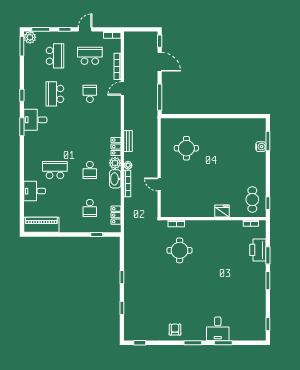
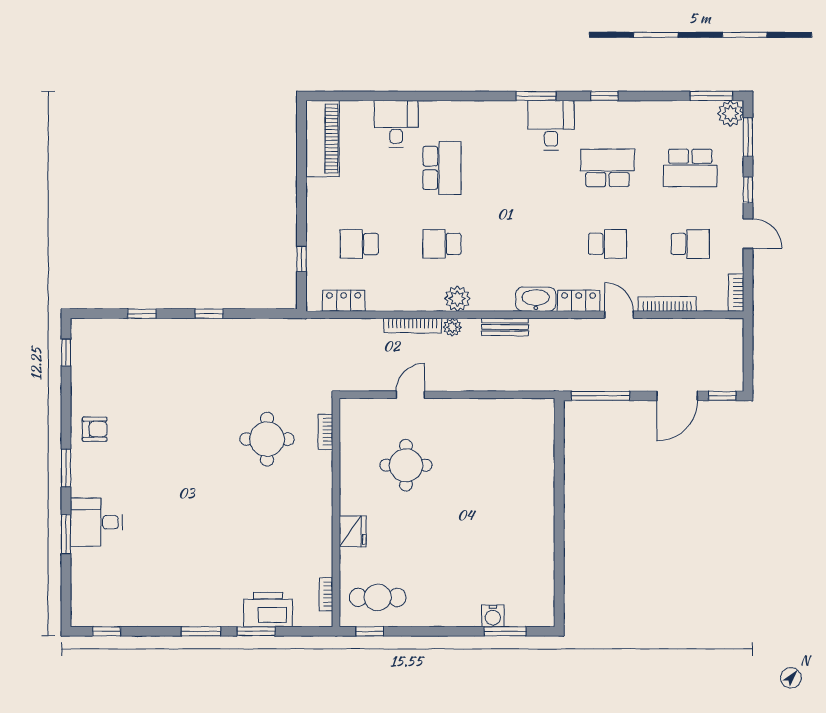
school desk: (90, 56) -> (690, 244), width x0.54
locker: (116, 147) -> (579, 301), moved
round table: (186, 148) -> (406, 465), moved
washbasin: (115, 179) -> (536, 299), moved

